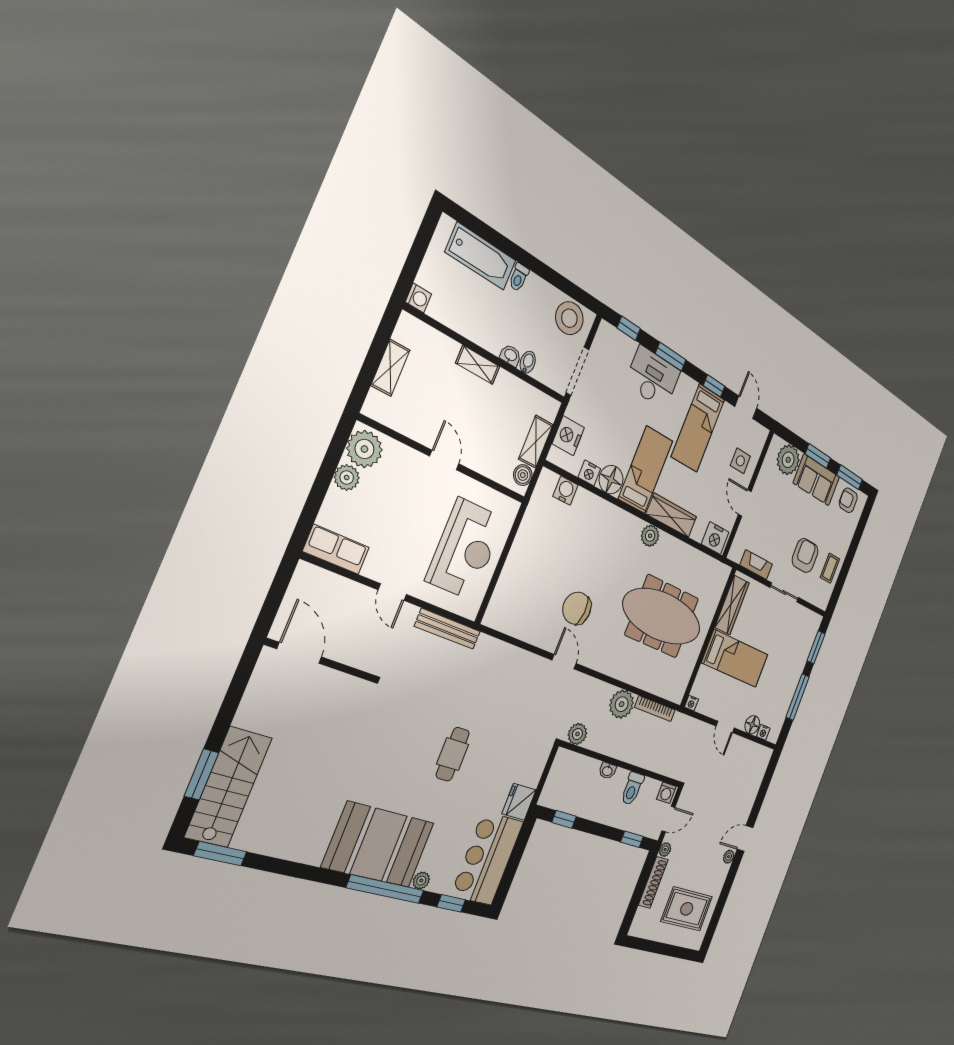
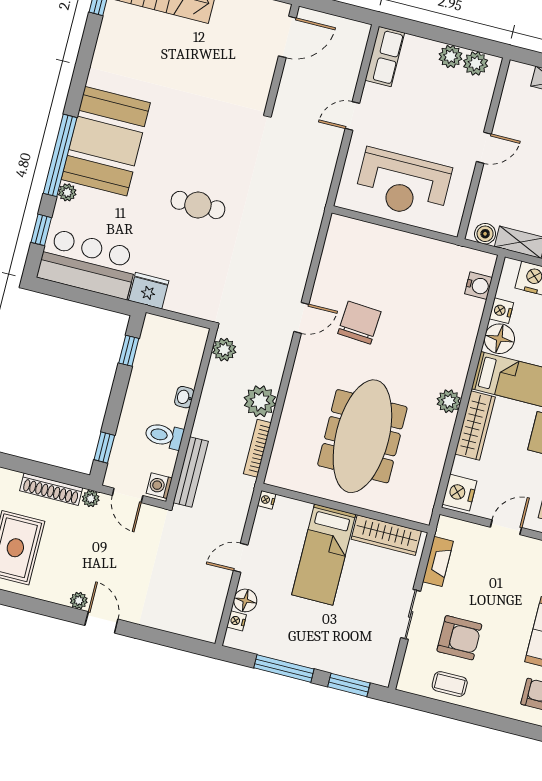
plant: (364, 449) -> (476, 63), width x0.73, depth x0.73
bench: (448, 629) -> (191, 472), moved

